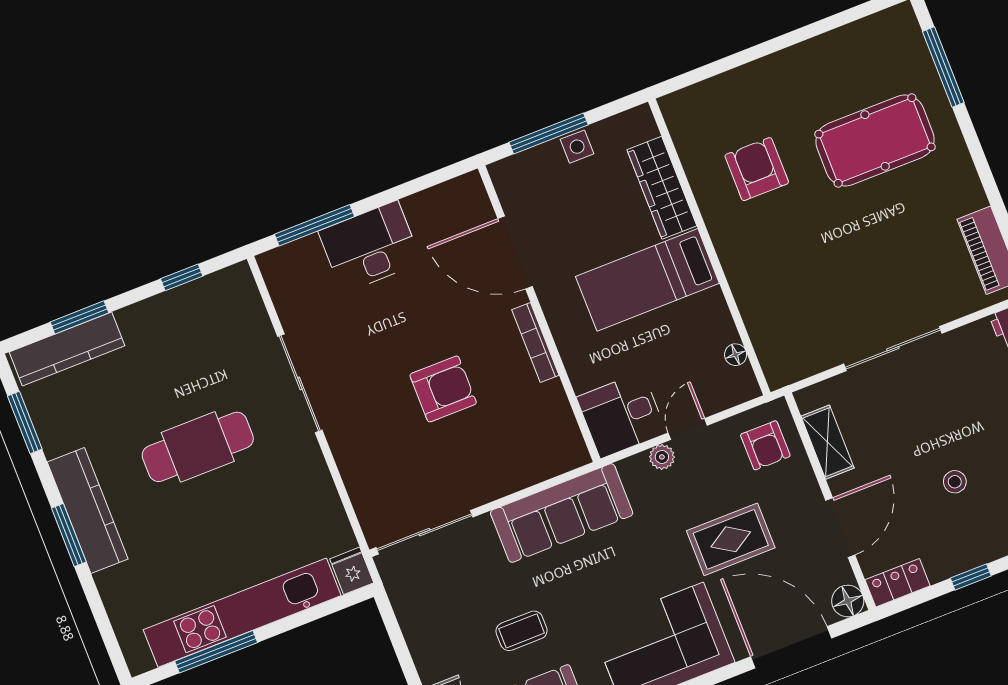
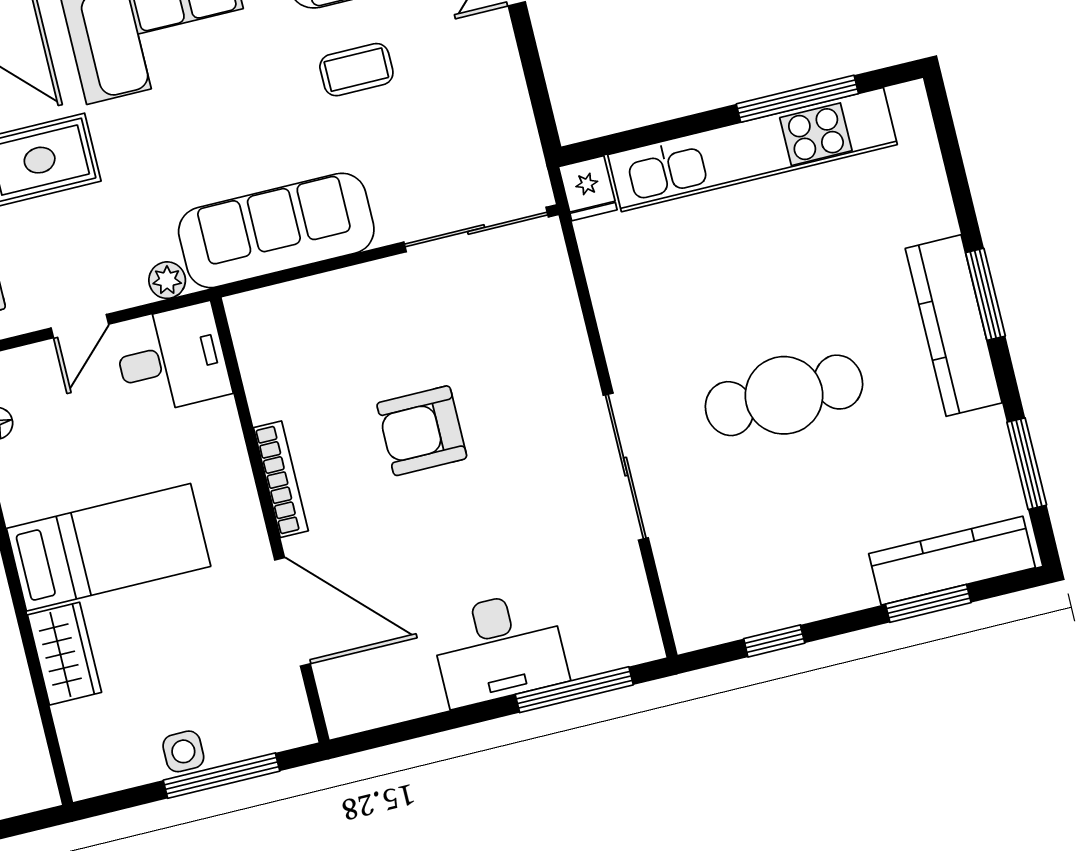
wardrobe: (662, 188) -> (65, 654), width x0.67
plant: (662, 457) -> (167, 280), moved

